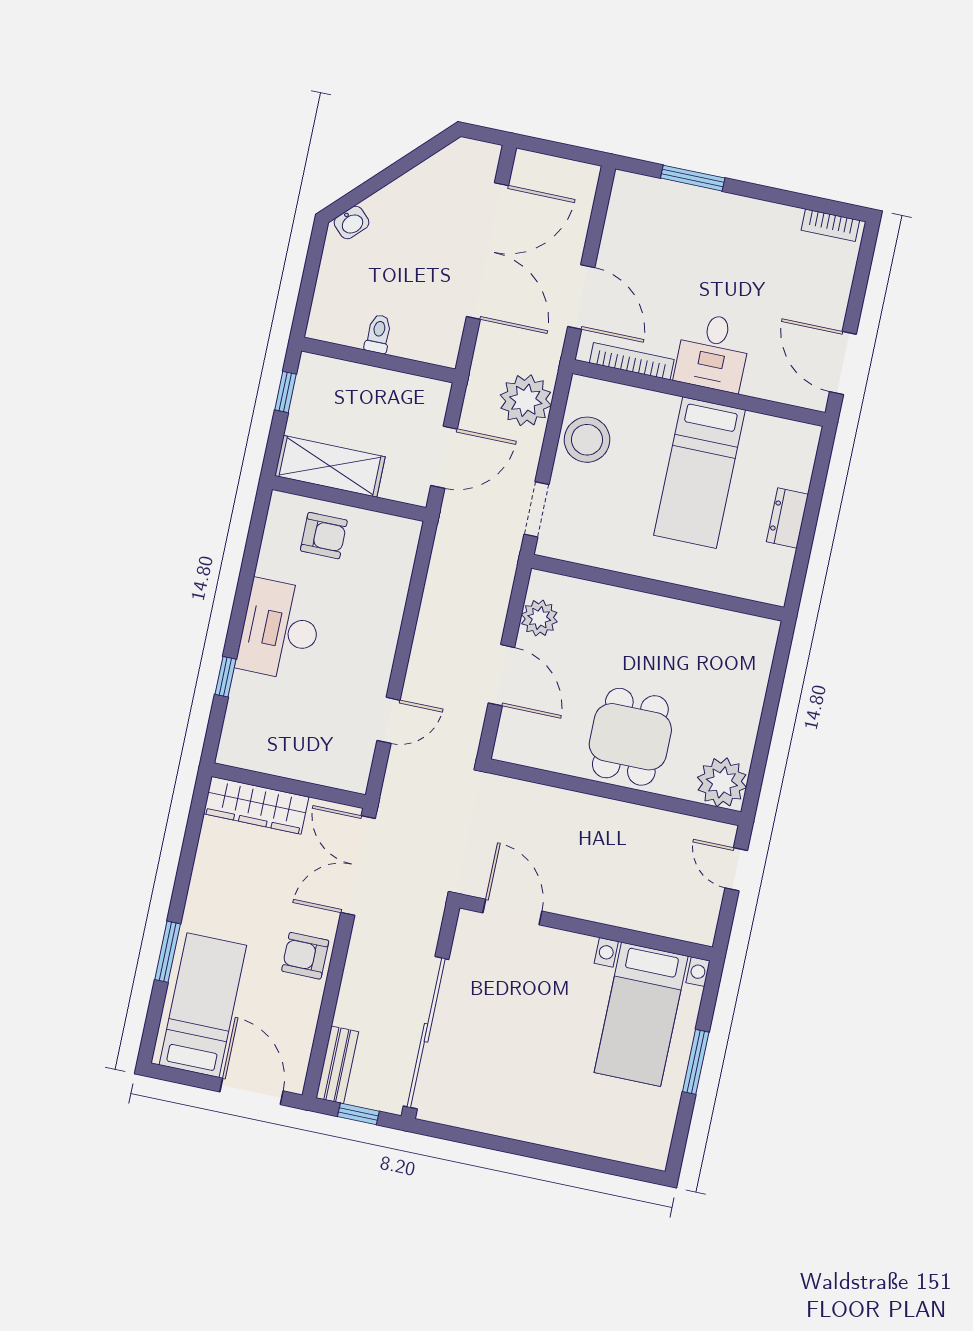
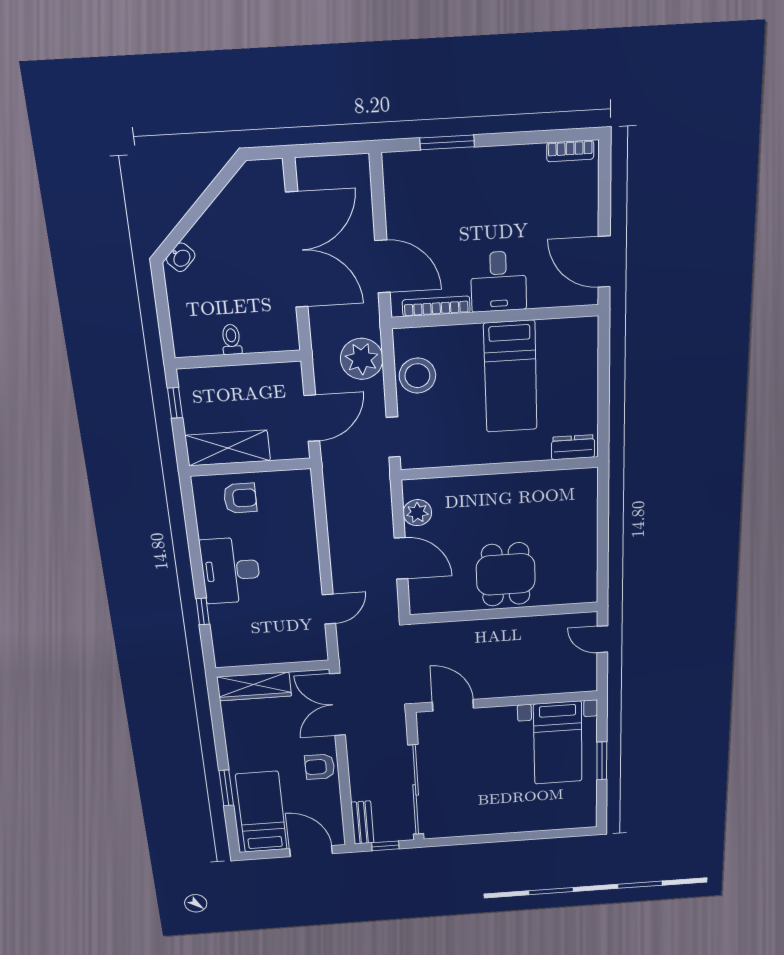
dresser: (787, 518) -> (573, 447), moved, turned 90
plant: (722, 782) -> (579, 587), removed

